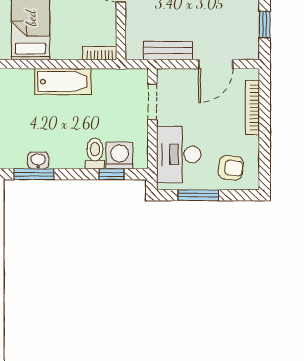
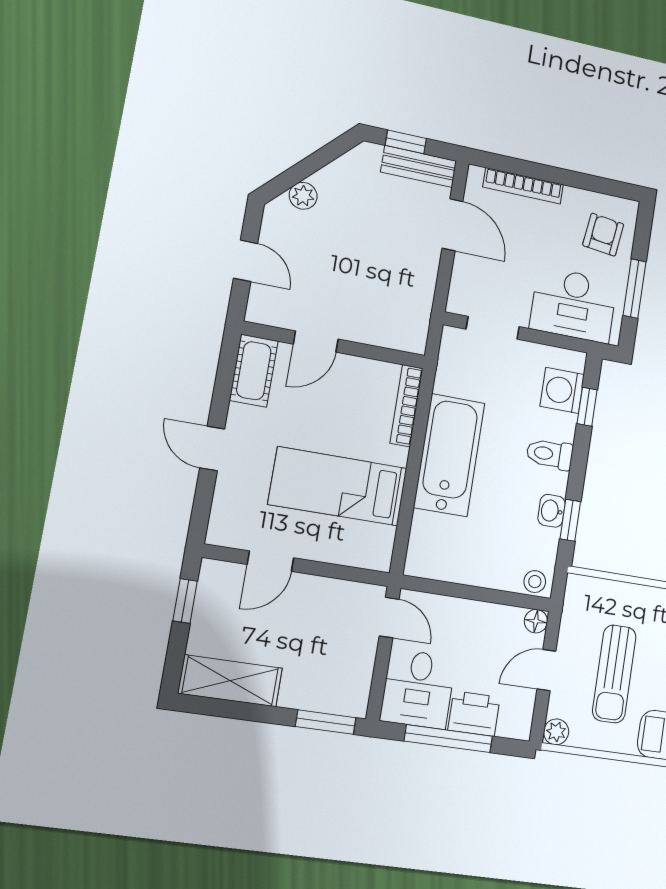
bench: (168, 51) -> (419, 166), moved, turned 90
bookcase: (100, 53) -> (406, 406), width x1.56
bathtub: (63, 82) -> (449, 455), width x1.36, depth x1.36
toilet: (95, 154) -> (550, 454), moved
window: (34, 174) -> (570, 520), width x0.67

